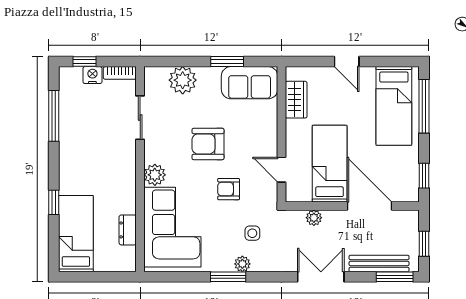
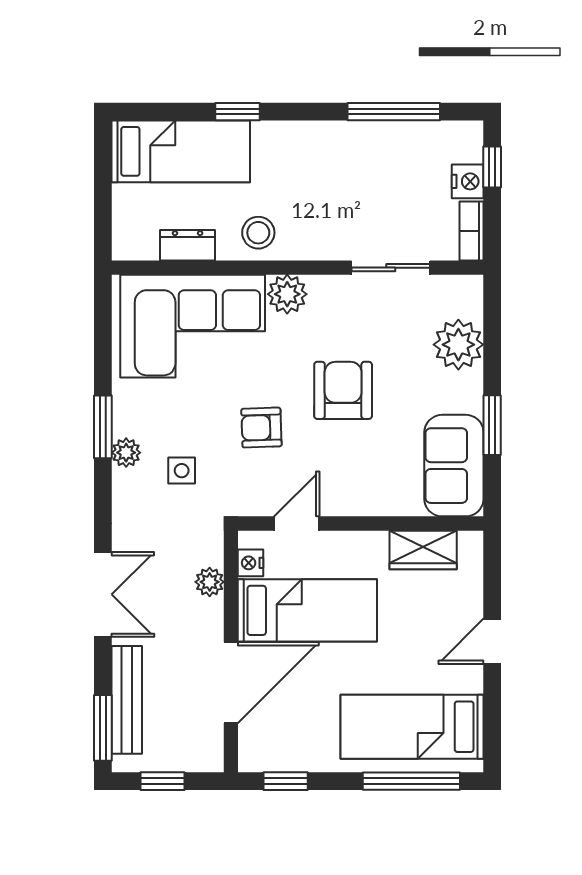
armchair: (229, 189) -> (261, 428), turned -92
stool: (121, 191) -> (258, 233), added
nightstand: (303, 195) -> (251, 563), added

